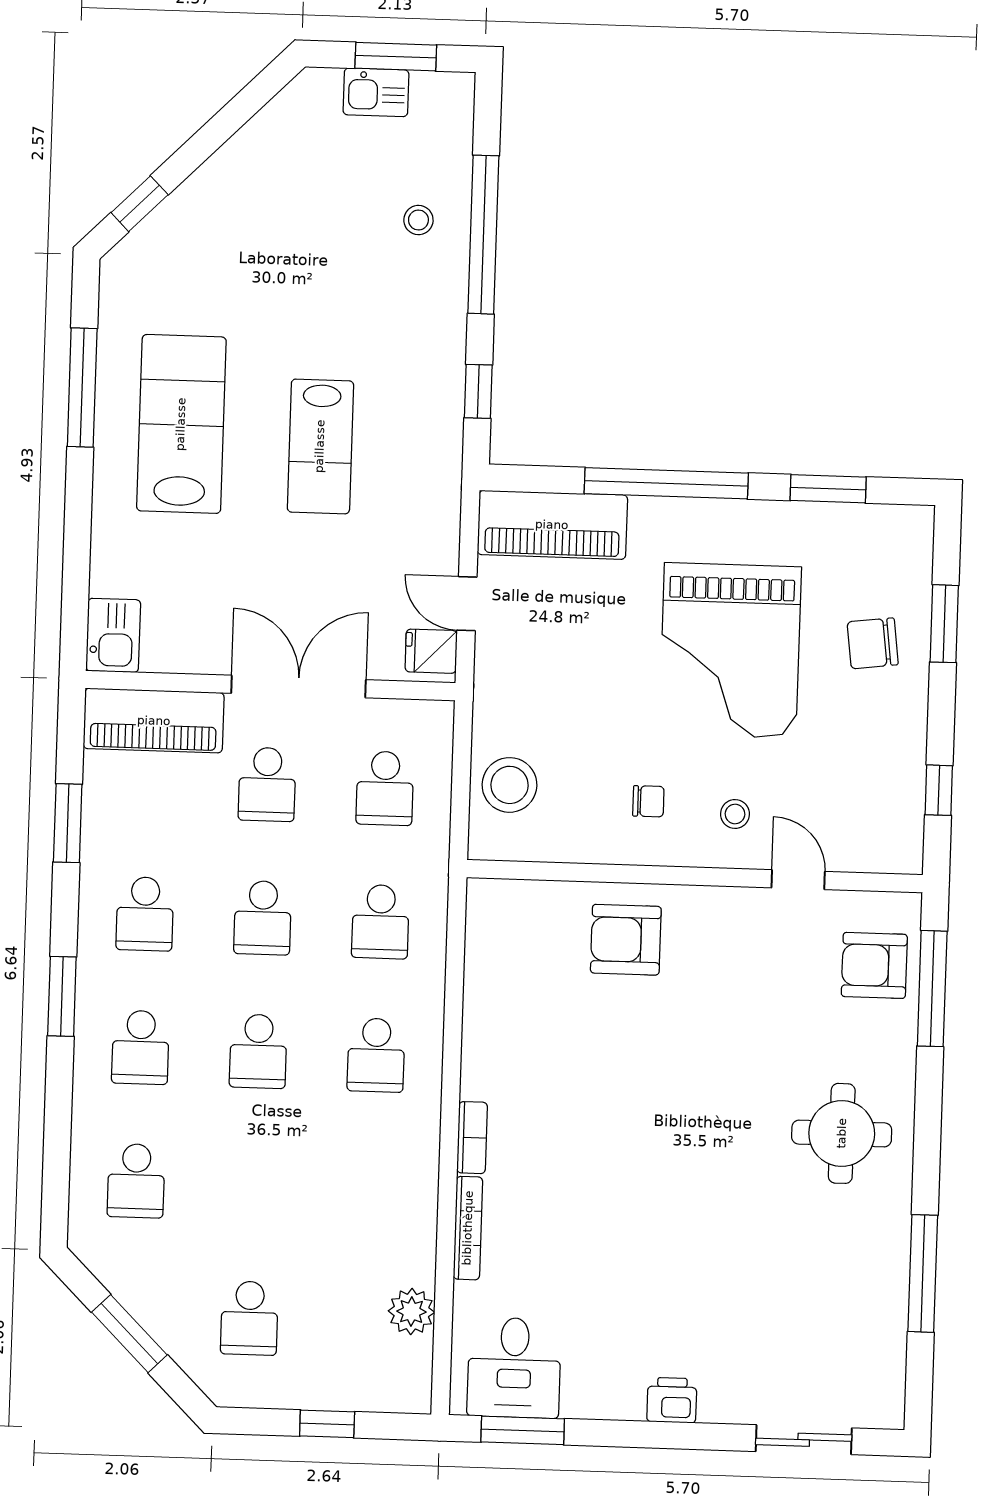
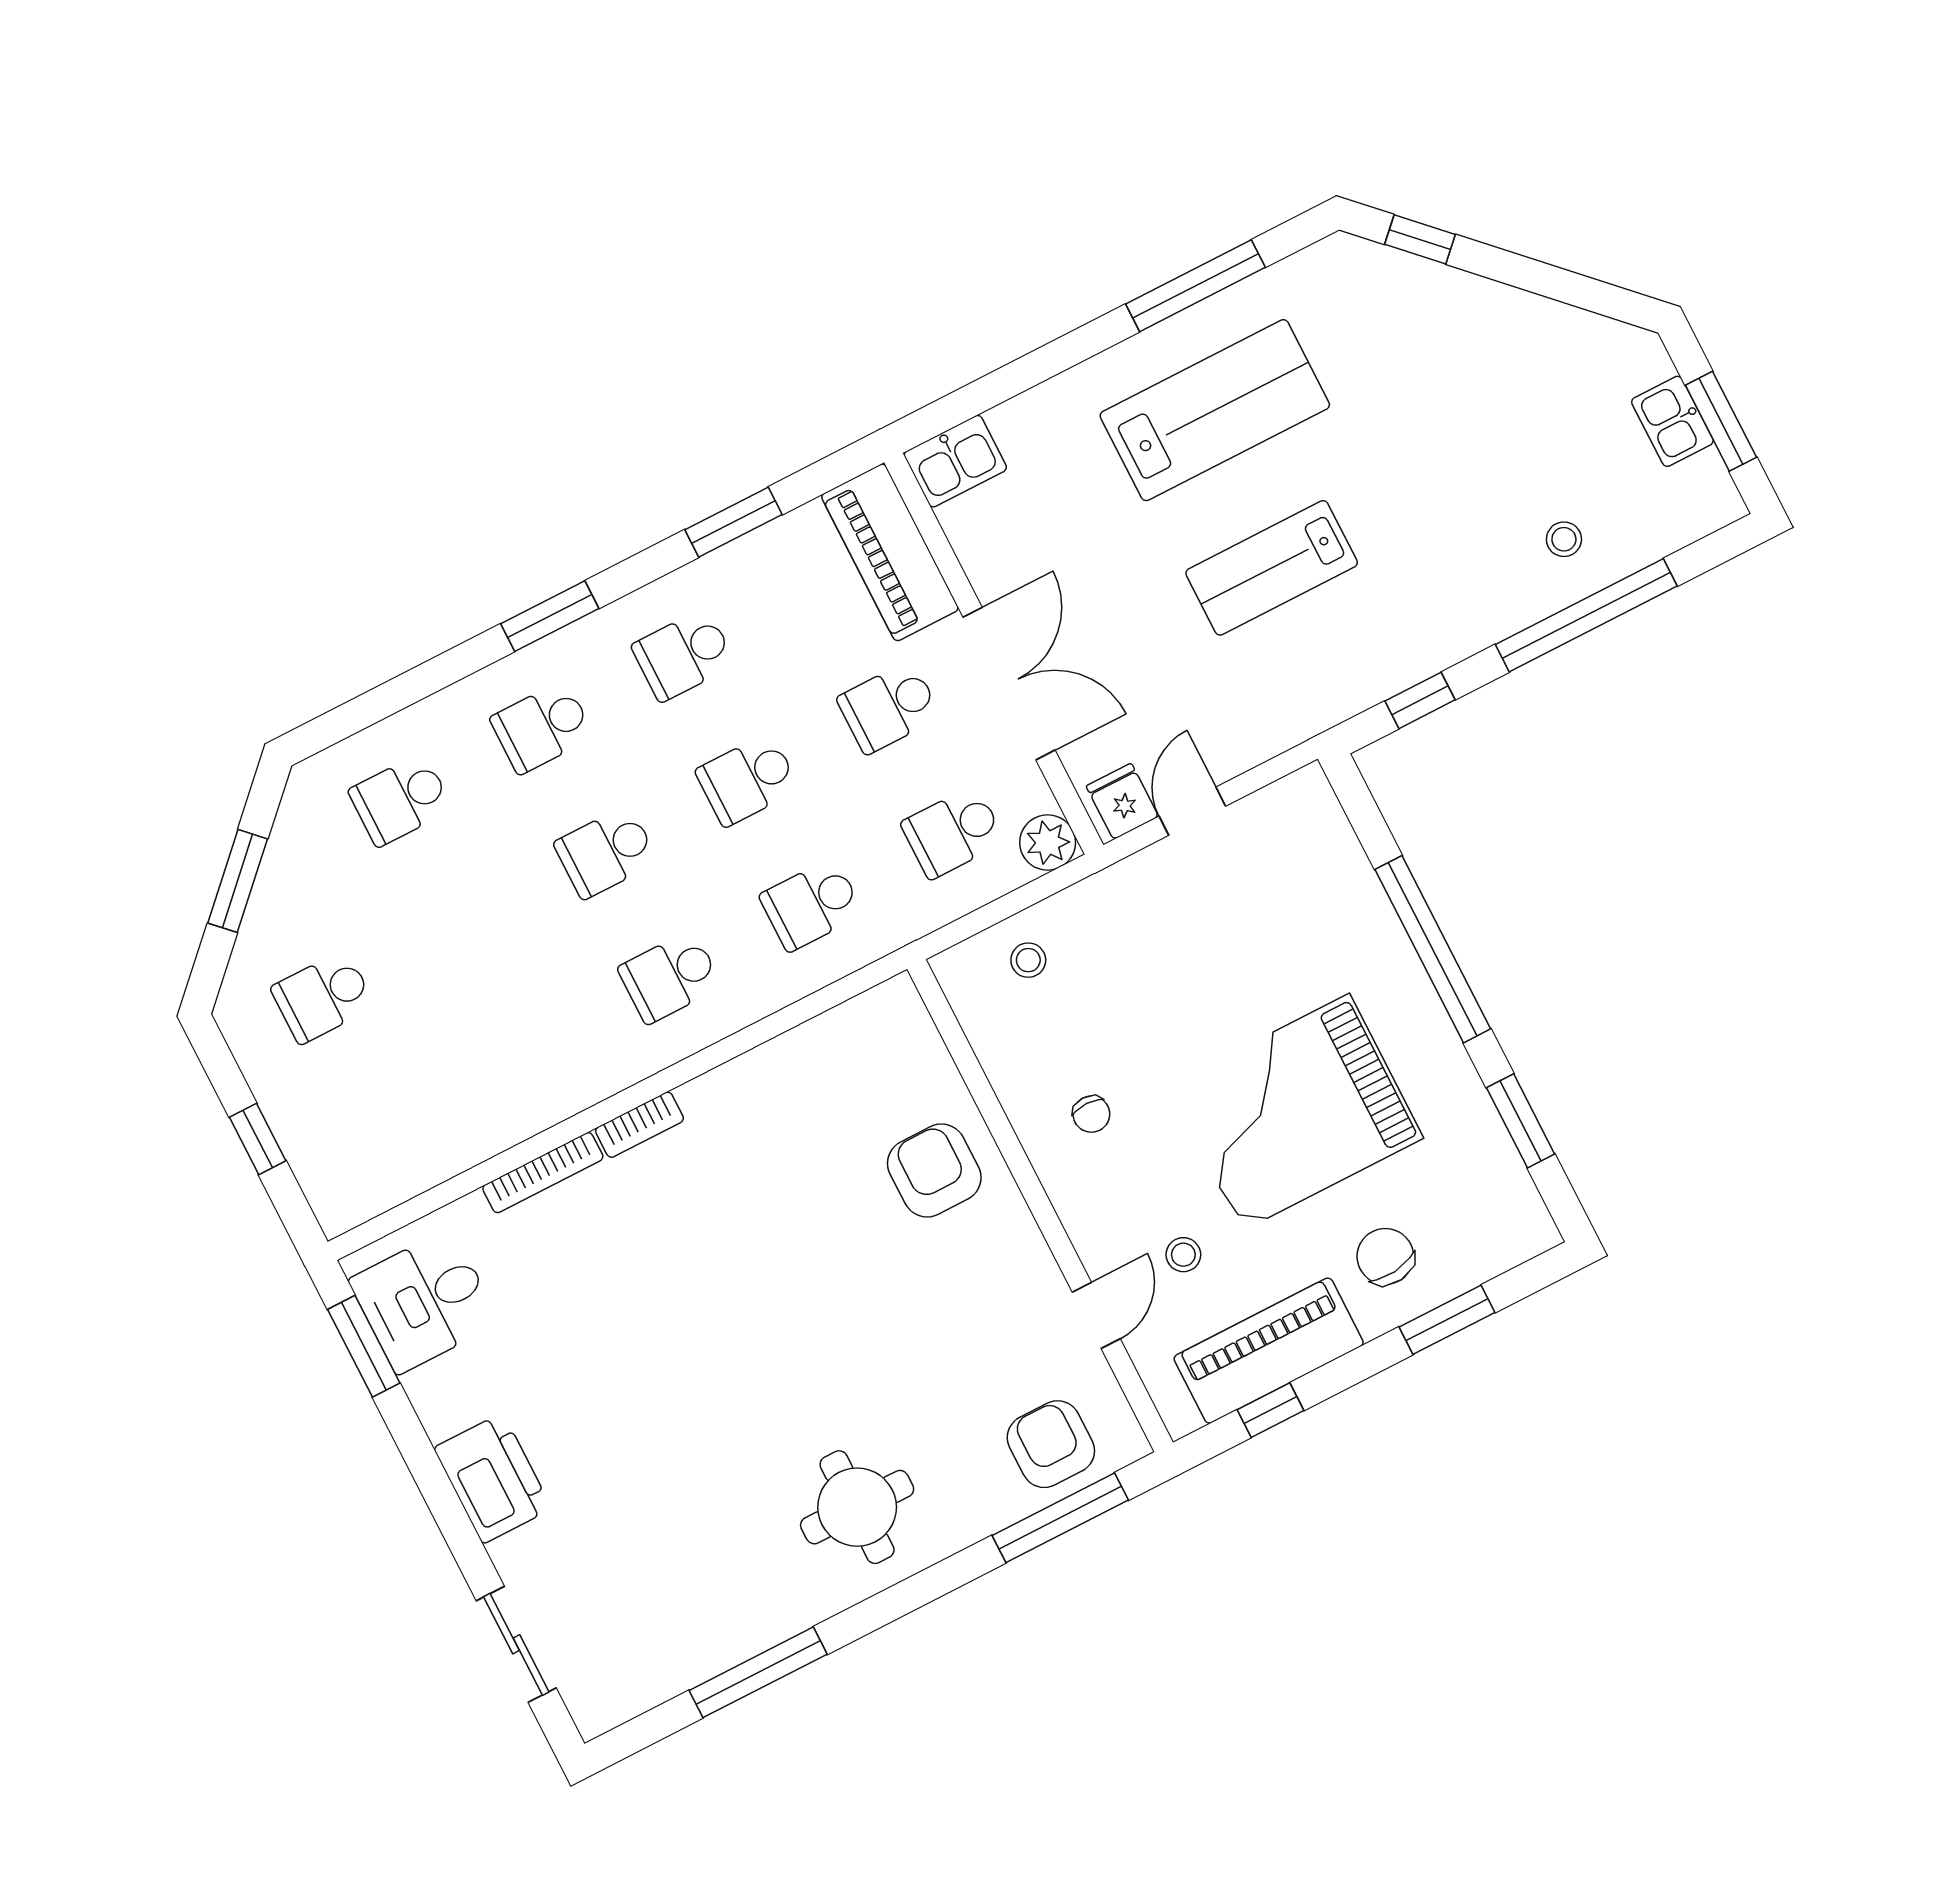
piano: (552, 525) -> (1269, 1351), moved, turned 90
stool: (510, 785) -> (1028, 960), width x0.53, depth x0.53
stool: (735, 814) -> (1183, 1255), moved
plant: (411, 1312) -> (1048, 842), moved
printer: (672, 1400) -> (493, 1478), width x1.87, depth x1.48

